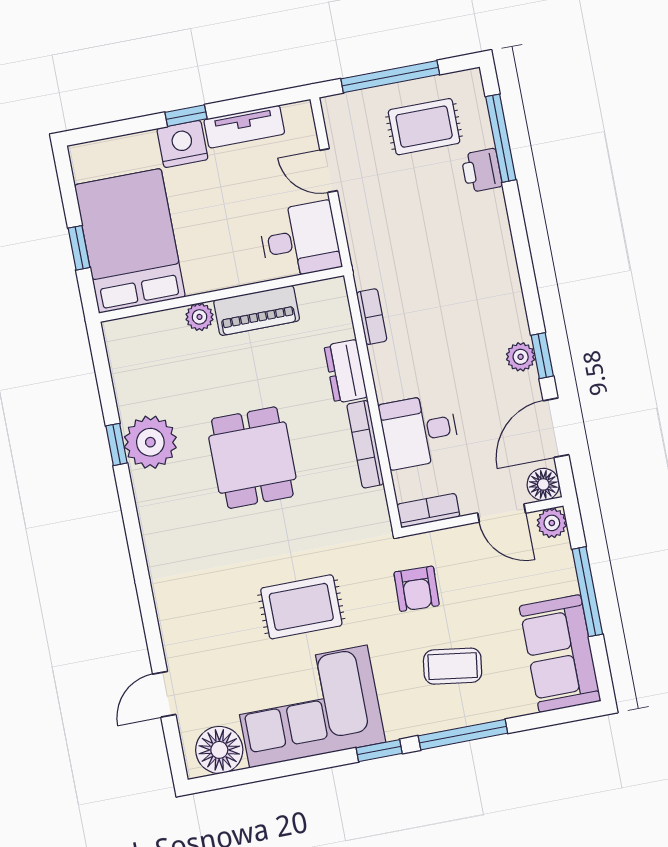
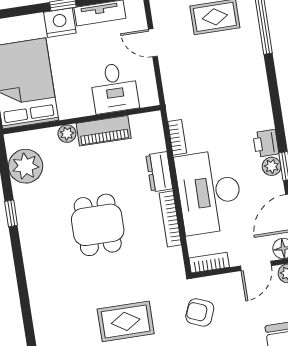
printer: (482, 170) -> (266, 143), moved
desk: (300, 240) -> (114, 88), moved, turned 90
desk: (419, 431) -> (209, 192), width x1.87, depth x1.30
plant: (150, 442) -> (26, 166), moved
door: (502, 513) -> (256, 266), hinge flipped
armchair: (417, 589) -> (200, 312), turned 110

